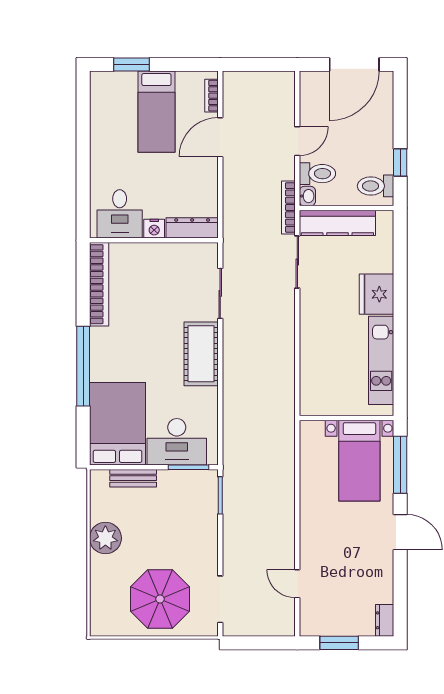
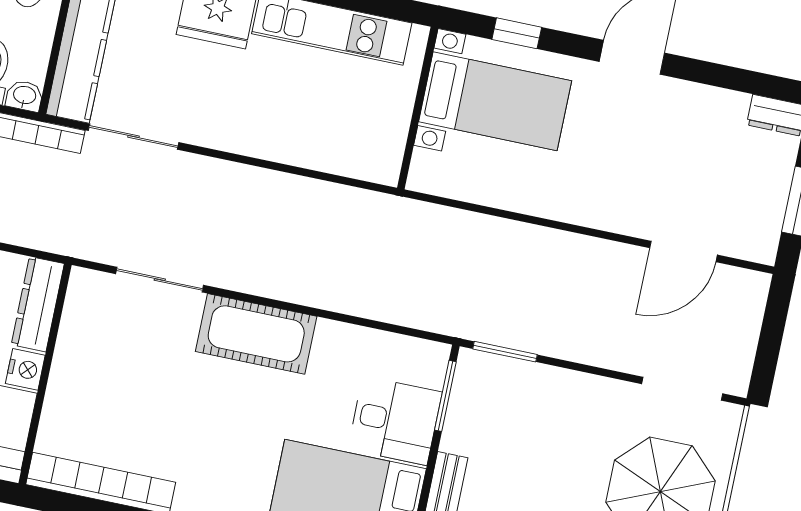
desk: (177, 442) -> (395, 421), width x0.73
window: (400, 465) -> (517, 33), width x0.46
door: (297, 584) -> (683, 251), width x1.38

